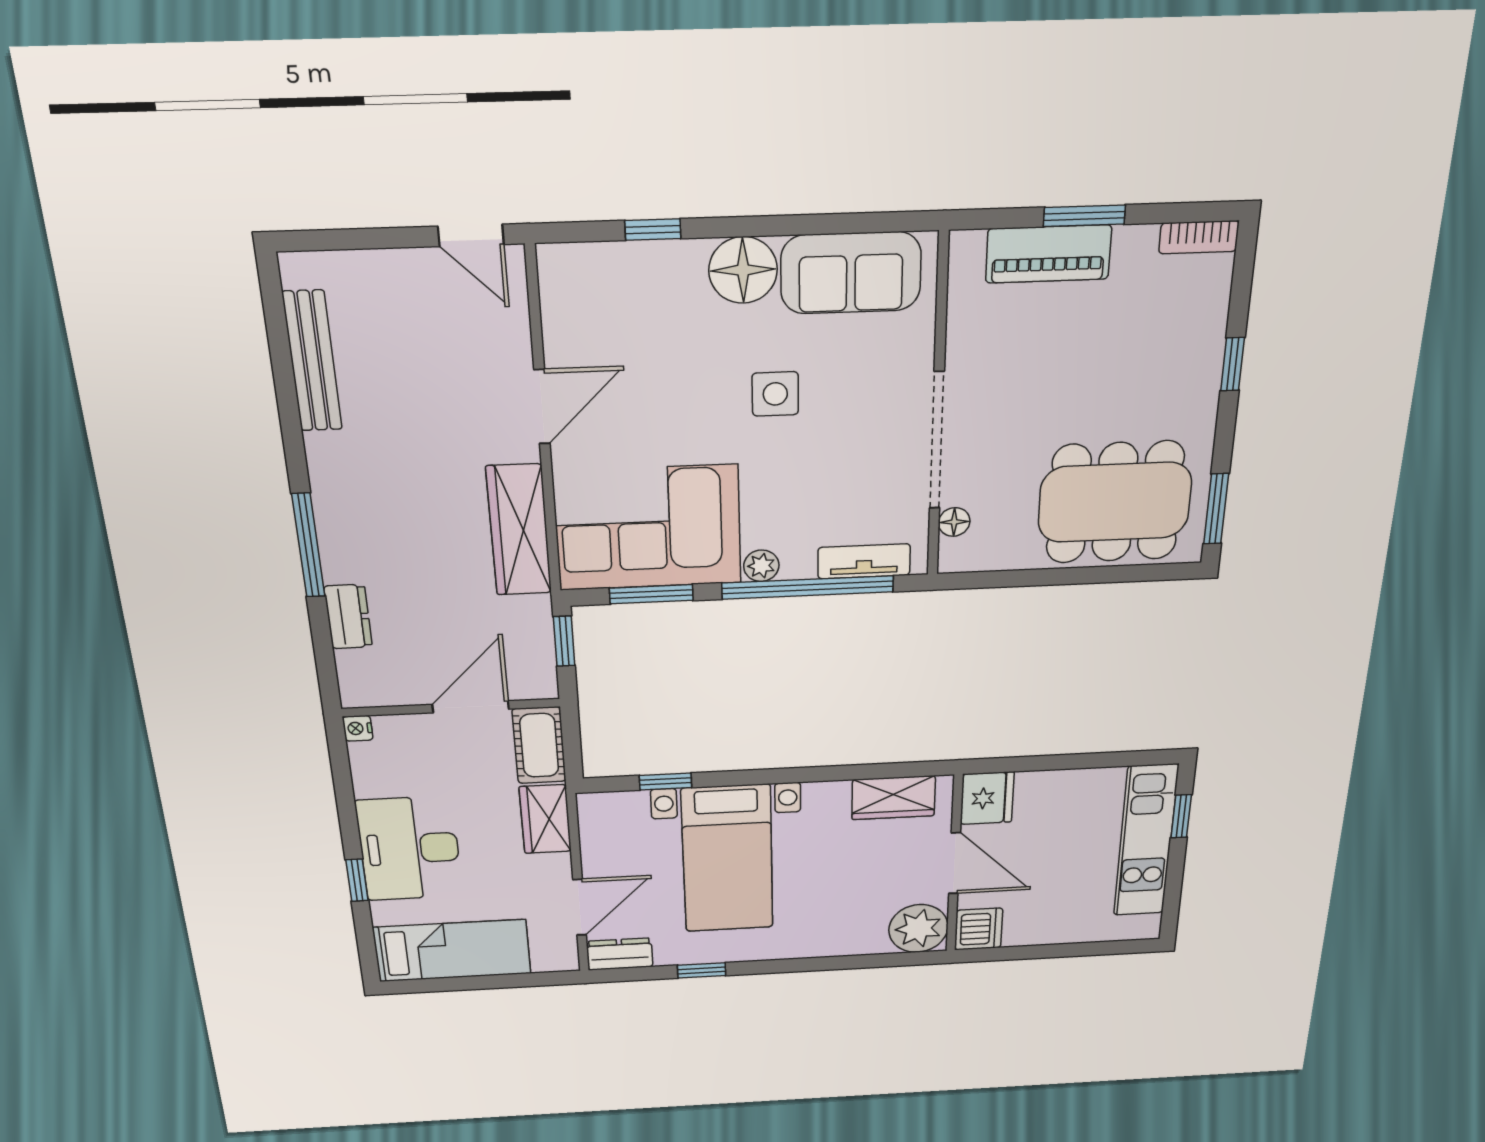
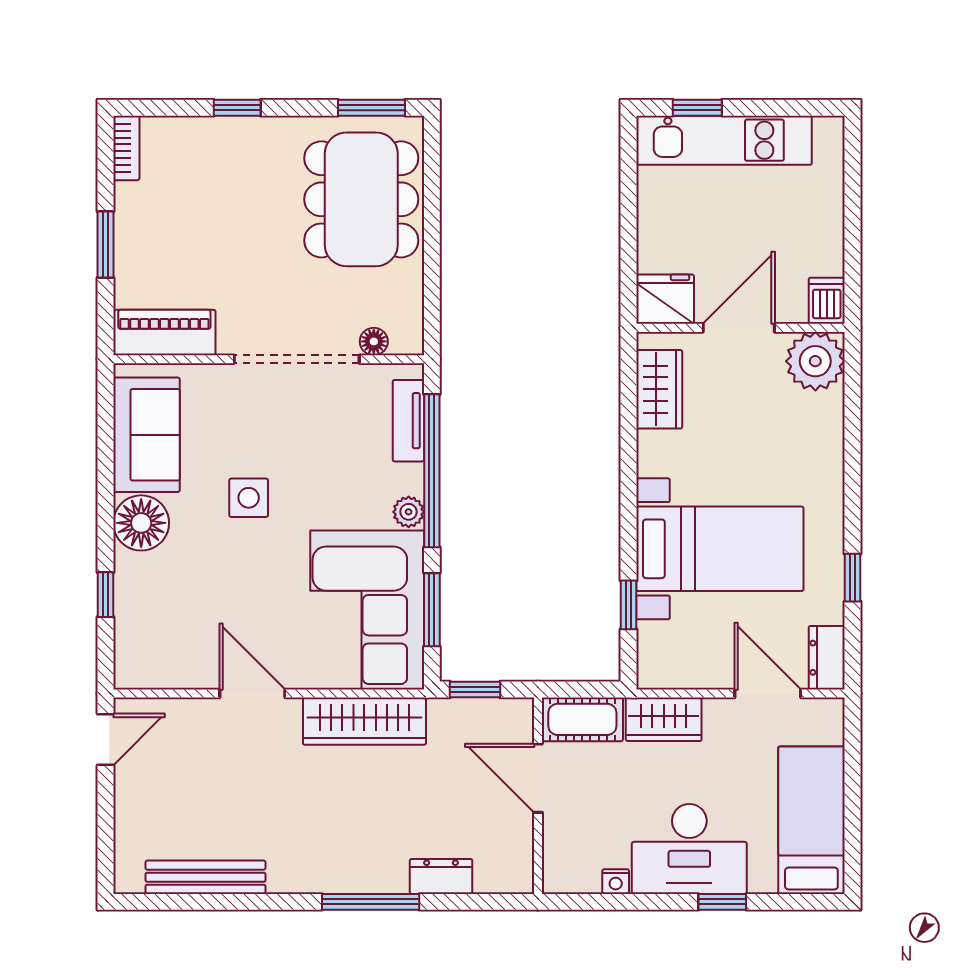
piano: (1048, 254) -> (164, 333), moved, turned -90
nightstand: (358, 728) -> (616, 882), moved
dishwasher: (979, 929) -> (827, 301), width x0.73

